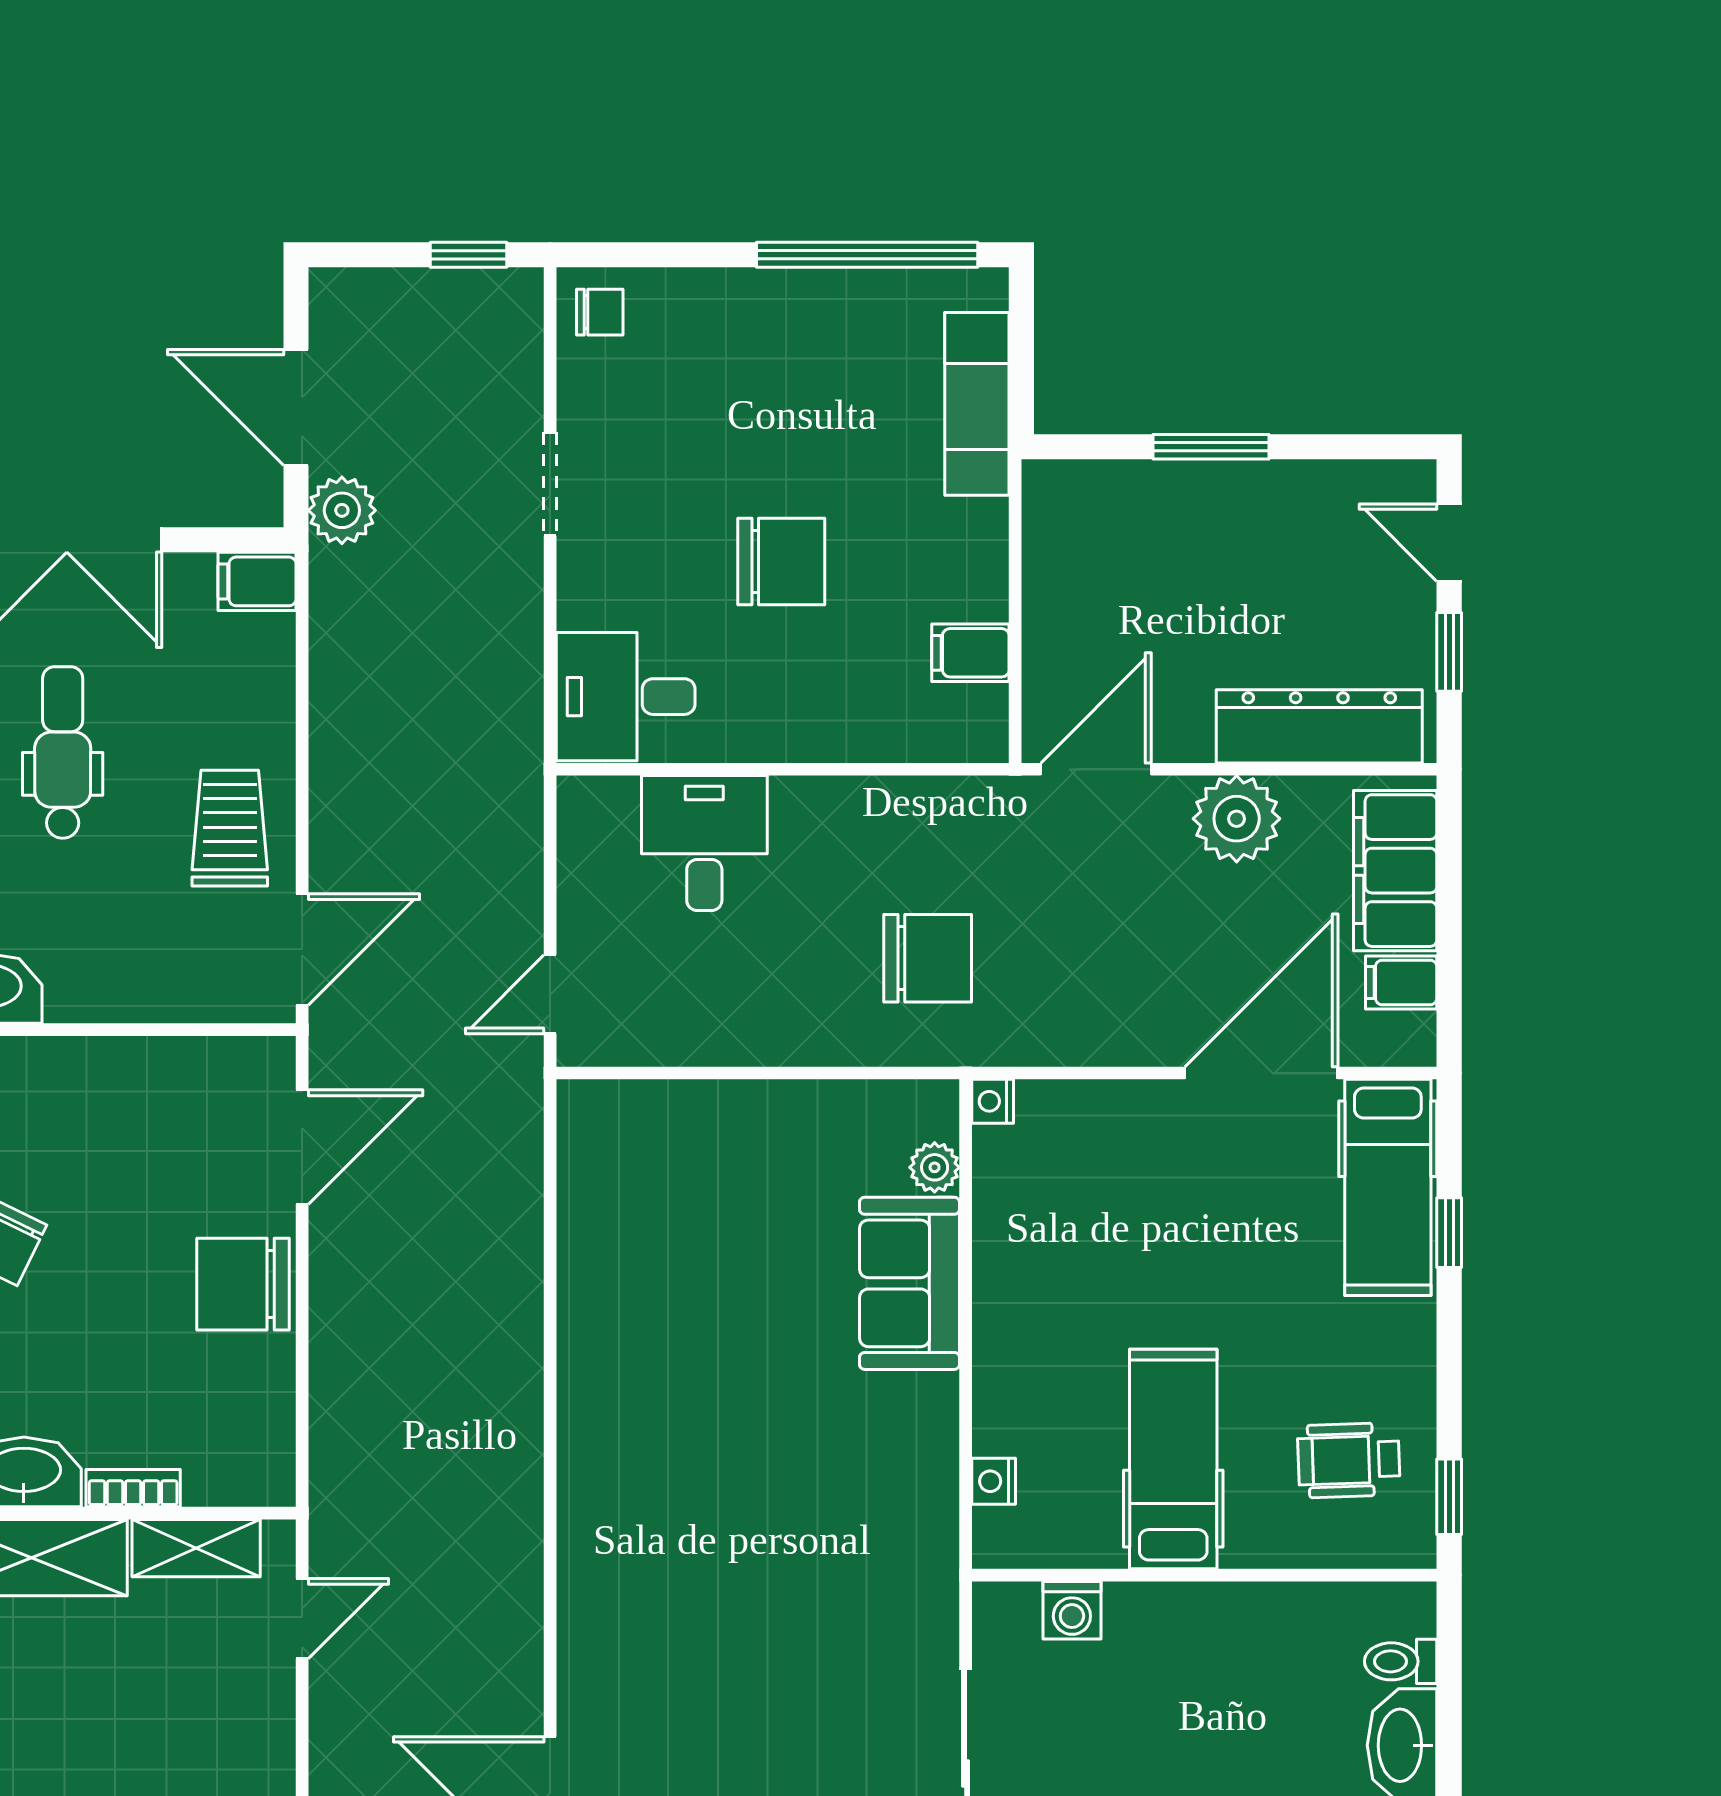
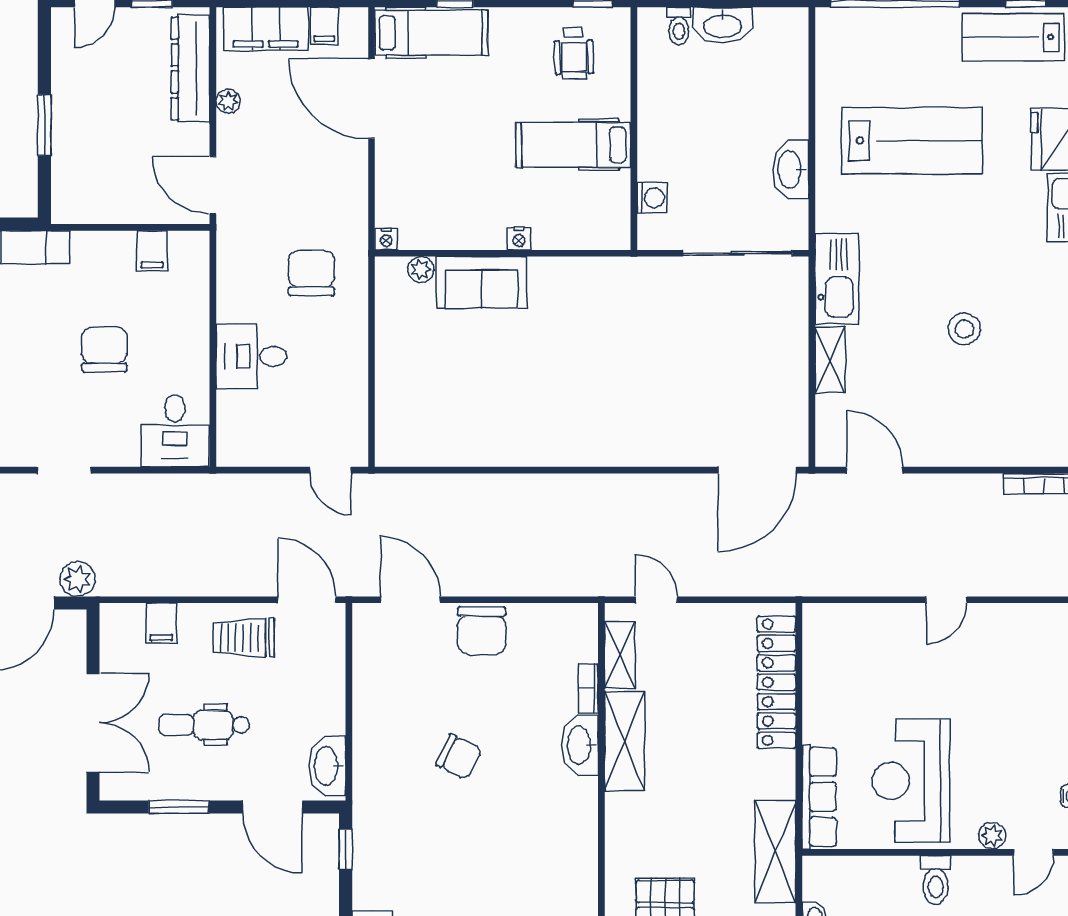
filing cabinet: (257, 581) -> (161, 623), moved
plant: (1237, 819) -> (228, 101), width x0.53, depth x0.53
desk: (704, 843) -> (251, 356), moved
nightstand: (994, 1481) -> (519, 239), moved

